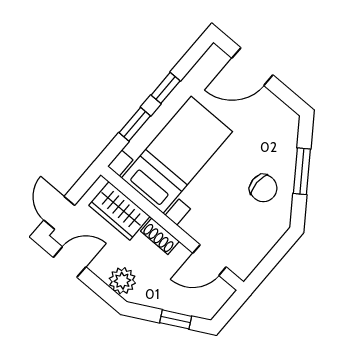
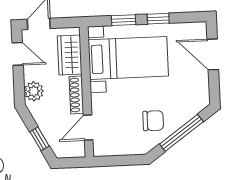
window: (302, 171) -> (181, 133), width x1.44
chair: (263, 188) -> (153, 121), turned -90
shoe rack: (160, 236) -> (76, 95), width x1.43
door: (209, 260) -> (88, 128), hinge flipped

